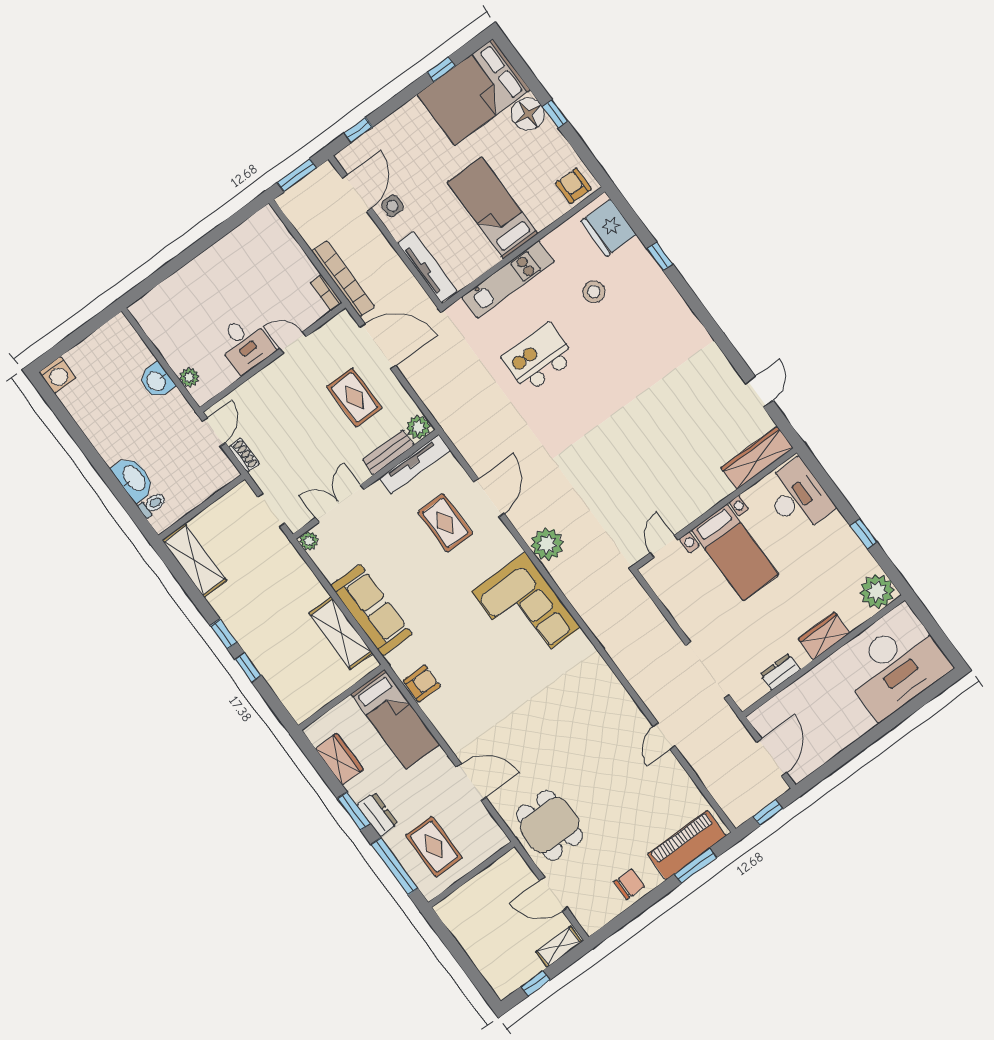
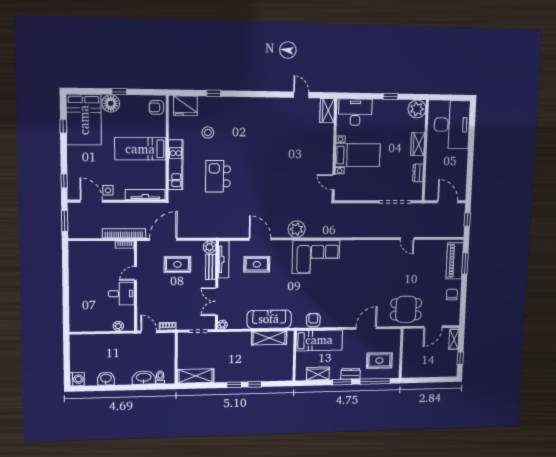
washbasin: (156, 381) -> (106, 379), moved, turned 180
wardrobe: (757, 458) -> (327, 111), width x0.67

